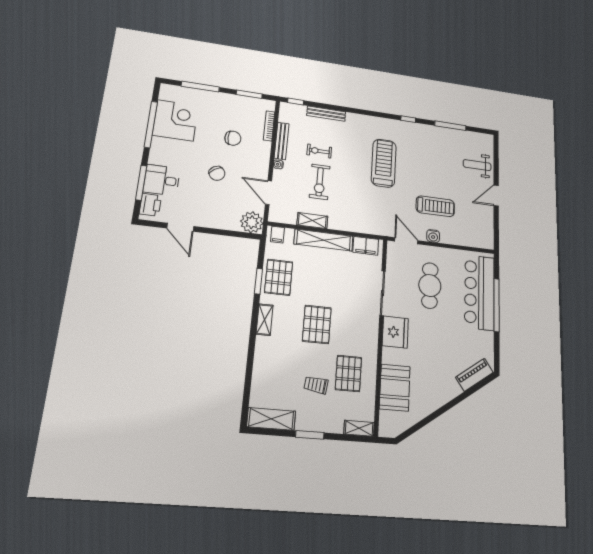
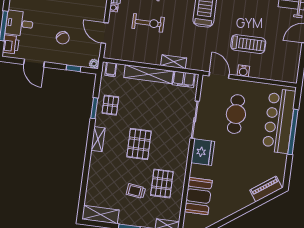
chair: (217, 173) -> (63, 38), moved
exercise bike: (320, 182) -> (148, 23), turned -90
shelving: (312, 221) -> (174, 62), moved
plant: (252, 222) -> (94, 64), width x0.53, depth x0.53
window: (231, 233) -> (74, 68), added
pallet: (279, 277) -> (110, 105), width x0.67, depth x0.71

